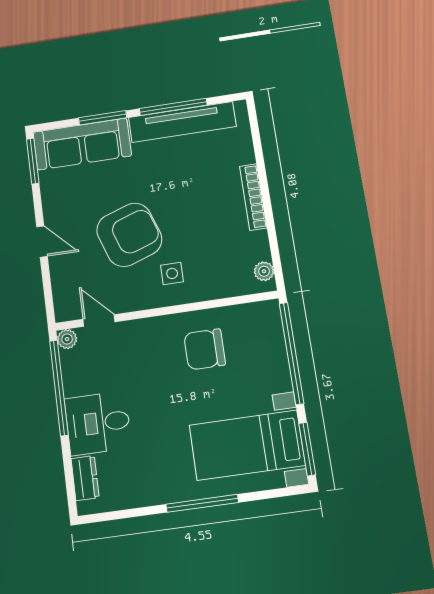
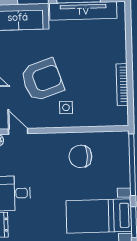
bookcase: (253, 197) -> (122, 85), moved
plant: (264, 271) -> (122, 113), removed

